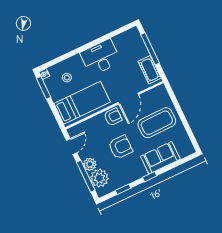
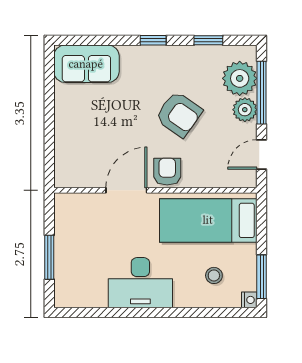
window: (150, 49) -> (49, 257), width x0.69
cot: (150, 70) -> (67, 222), removed
armchair: (113, 117) -> (167, 172), turned 90
coffee table: (157, 123) -> (97, 126), removed
armchair: (120, 147) -> (179, 114), turned -145
sofa: (160, 158) -> (86, 64), moved

